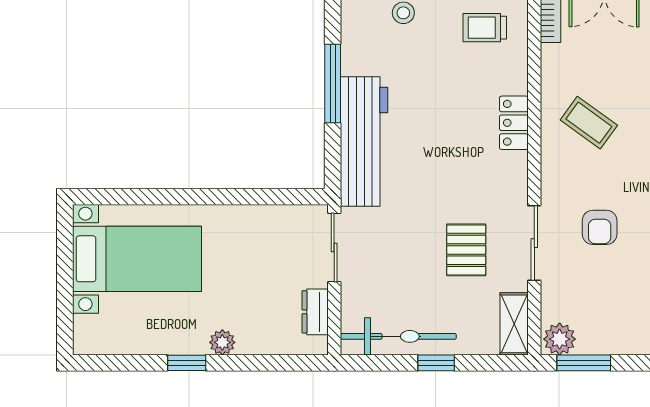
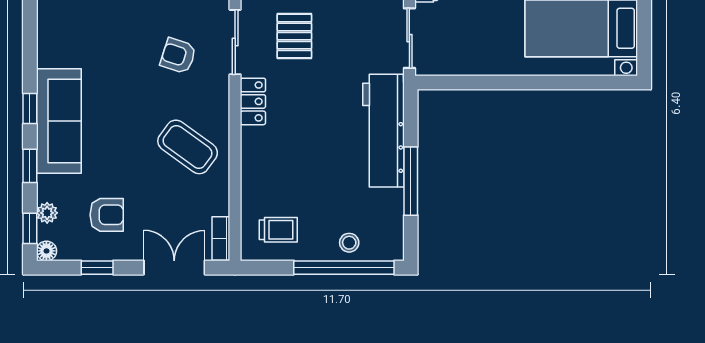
locker: (514, 123) -> (253, 101), moved
coffee table: (589, 123) -> (188, 147), width x1.36, depth x1.30
armchair: (600, 227) -> (178, 56), turned -72

